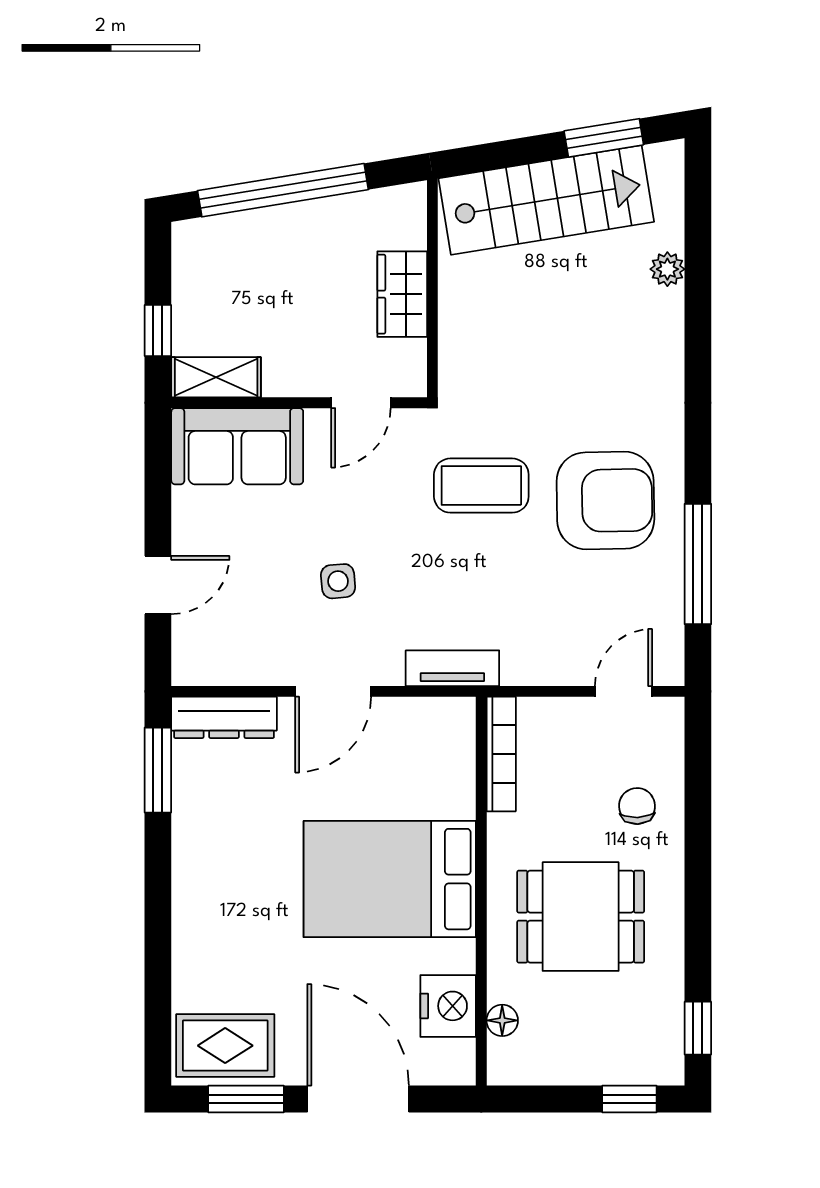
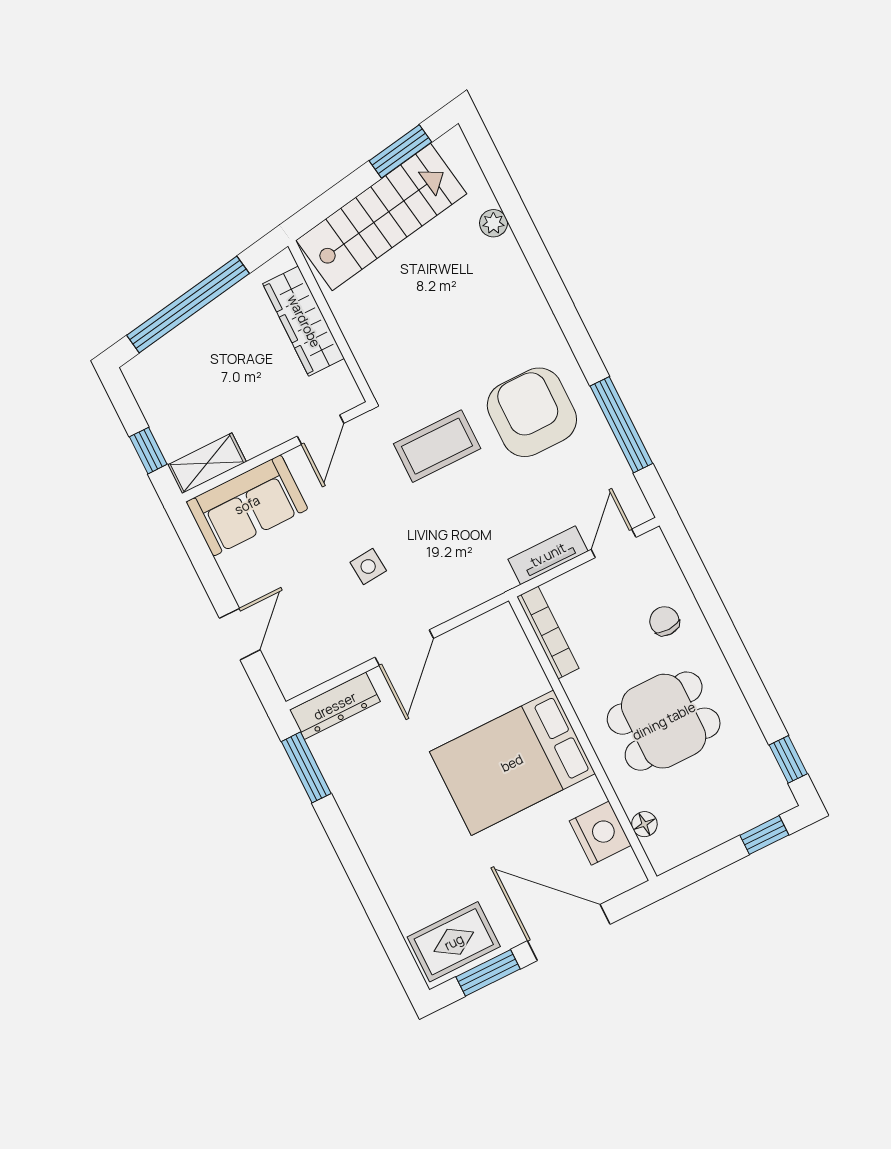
wardrobe: (402, 294) -> (304, 321), width x1.50
armchair: (605, 501) -> (532, 412), turned -89
tv unit: (452, 668) -> (548, 555), moved

